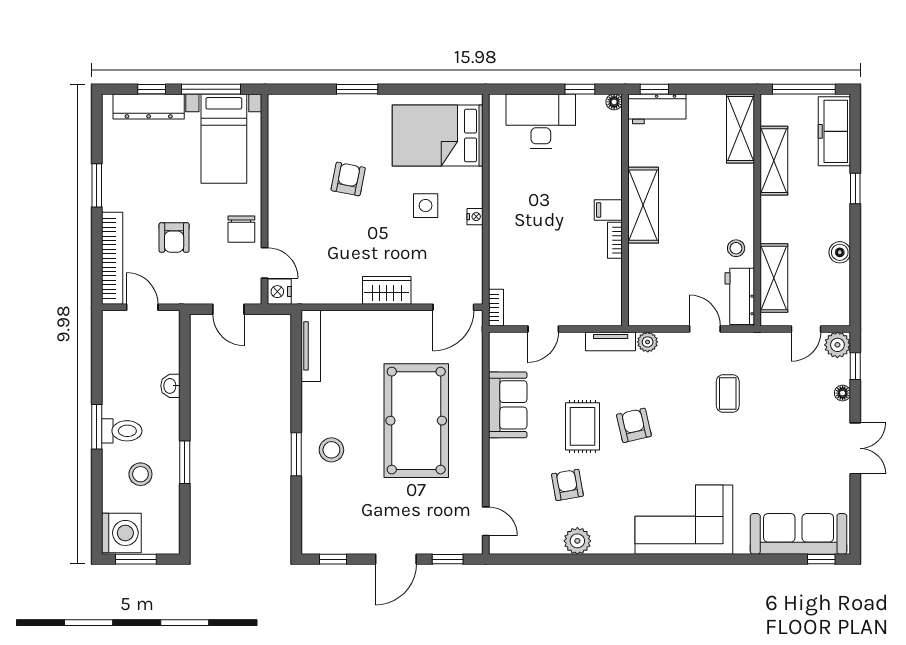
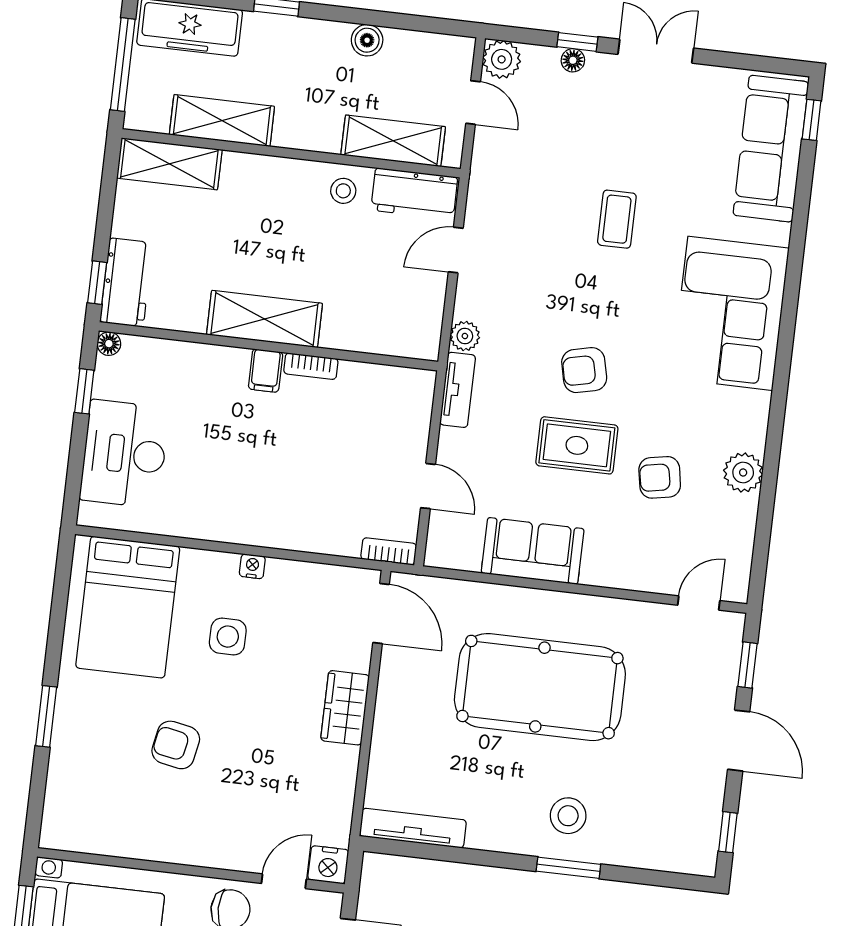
window: (855, 366) -> (577, 42), moved
coffee table: (728, 394) -> (617, 219), moved, turned 90

